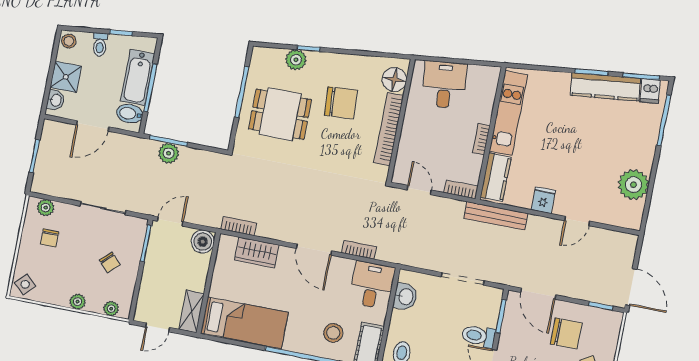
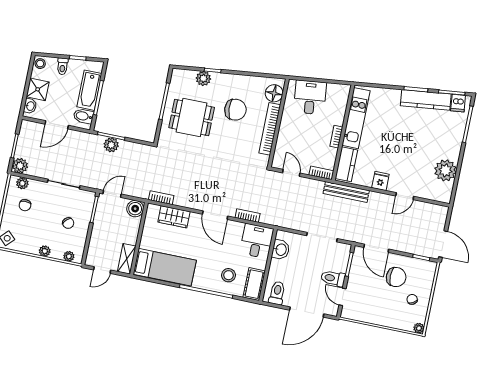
plant: (42, 183) -> (20, 166), added

